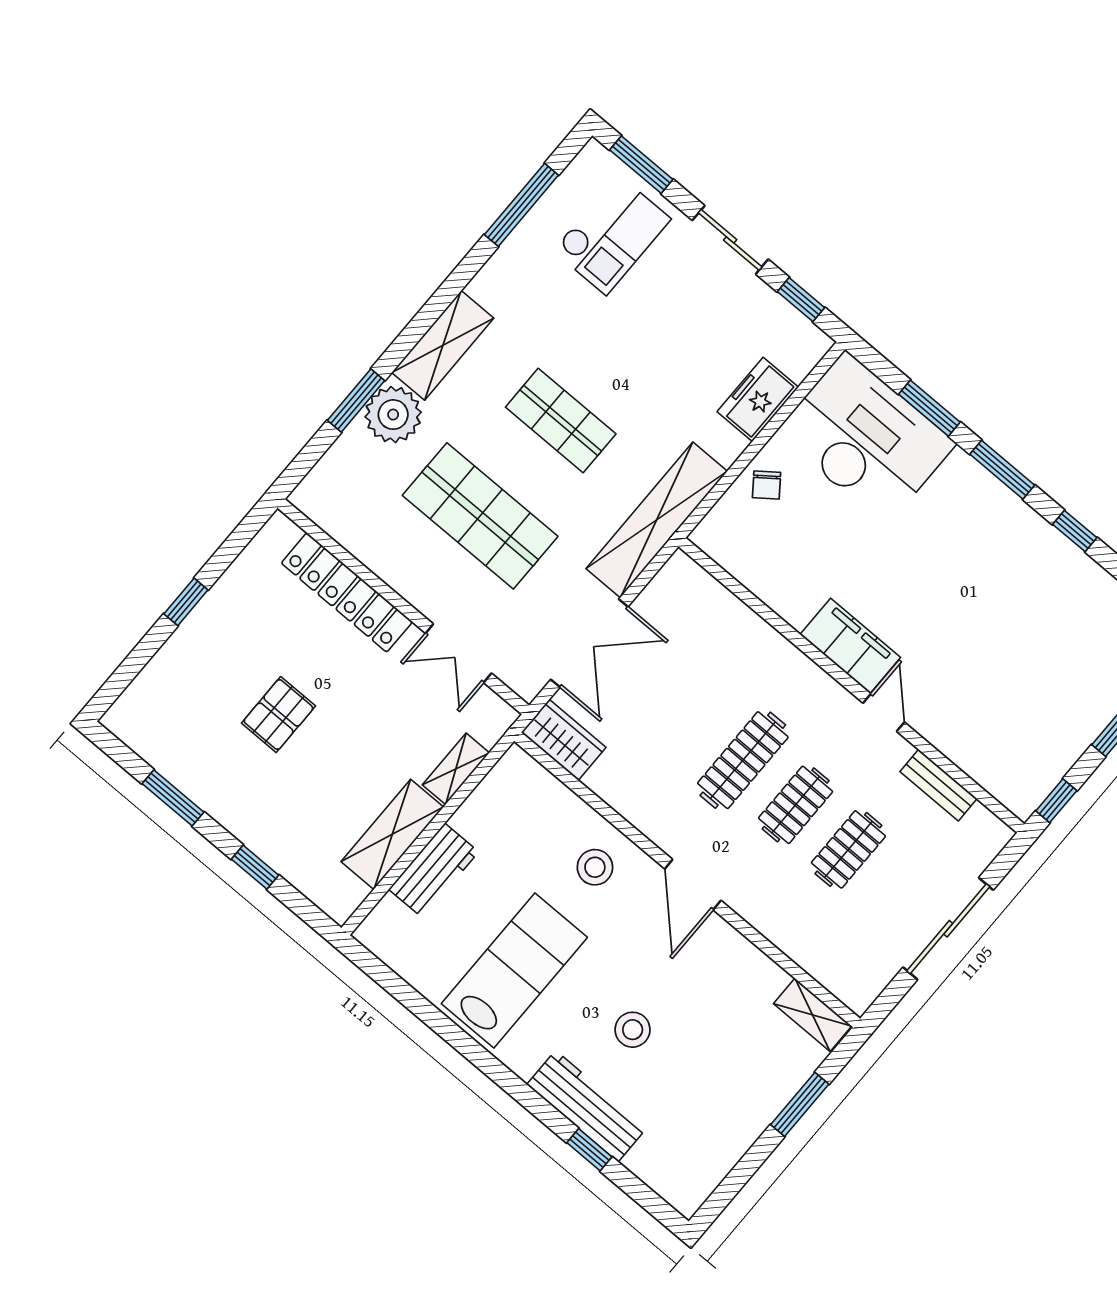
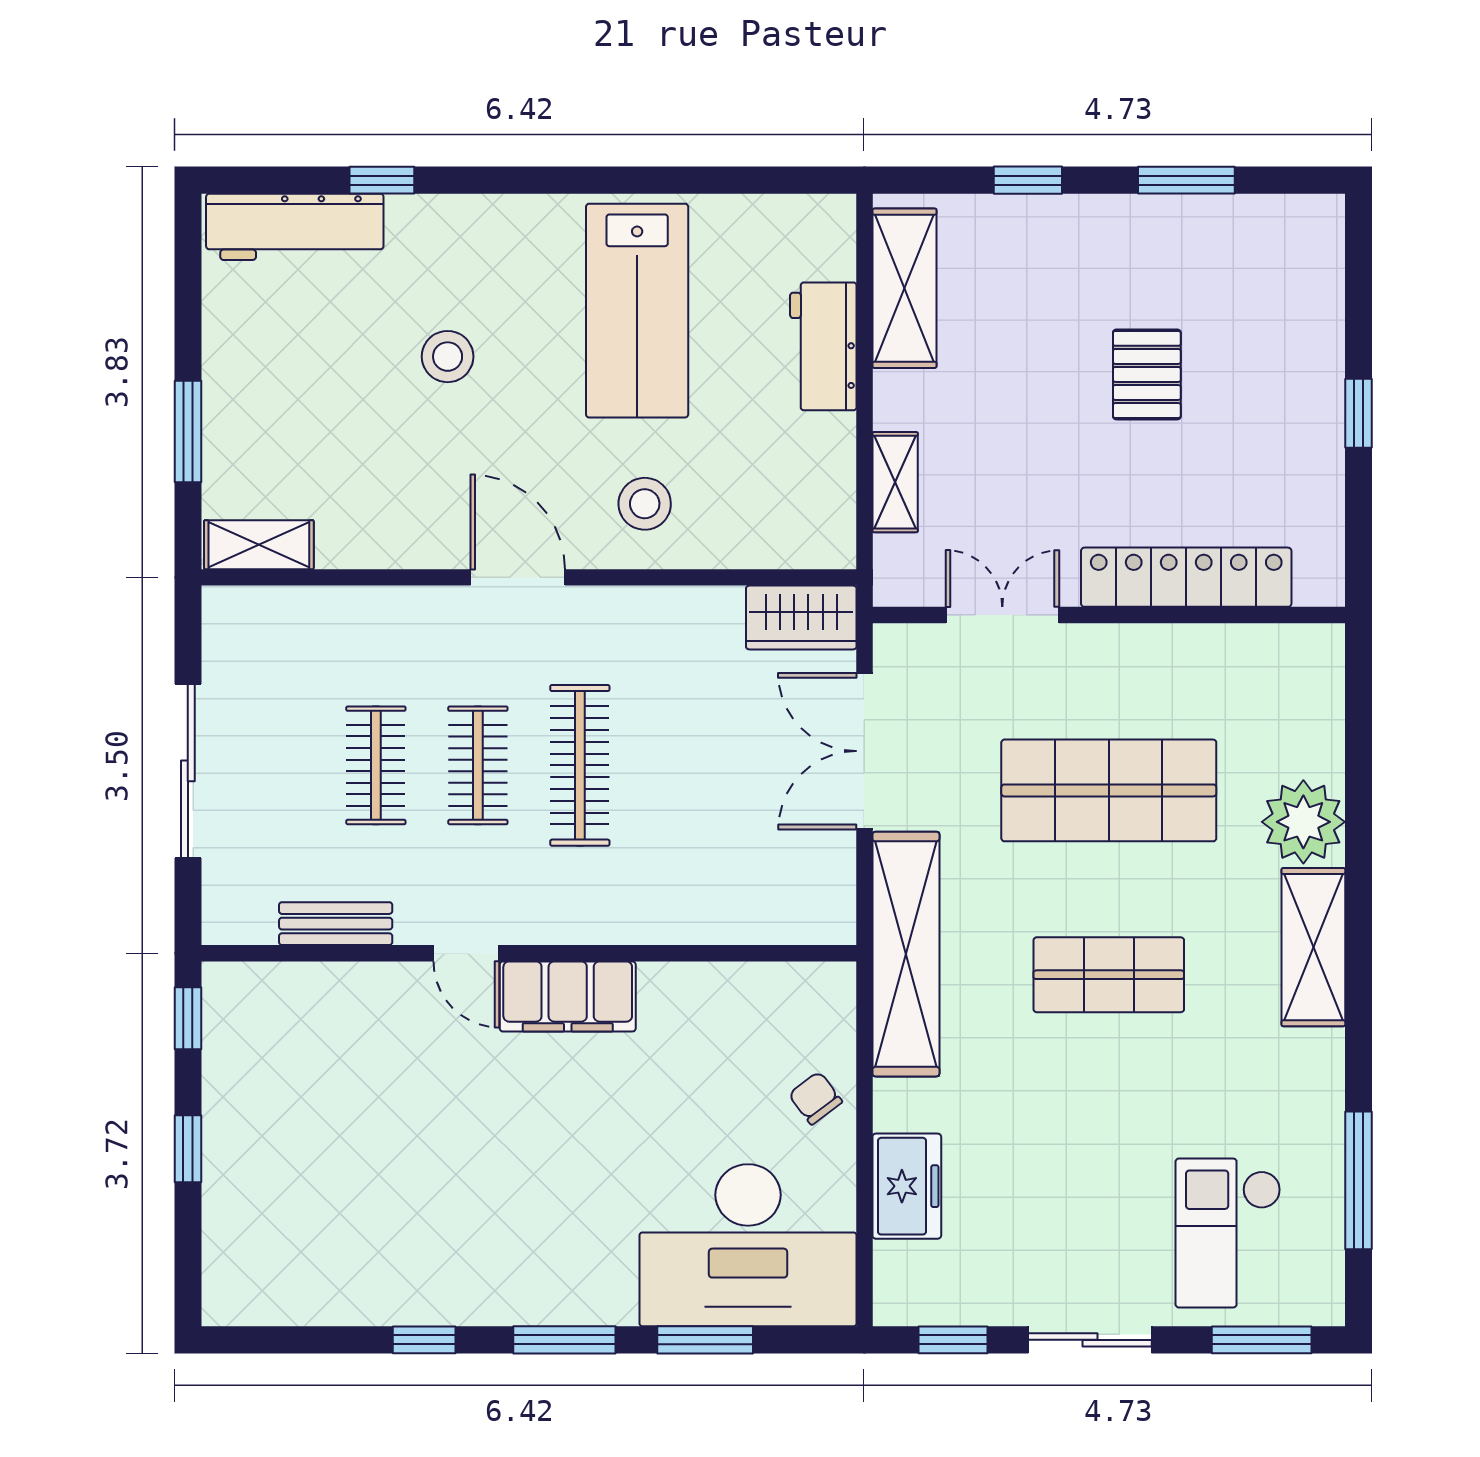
window: (356, 401) -> (1358, 802), removed
shelving: (392, 834) -> (904, 288), moved
workbench: (587, 1106) -> (295, 227), moved

